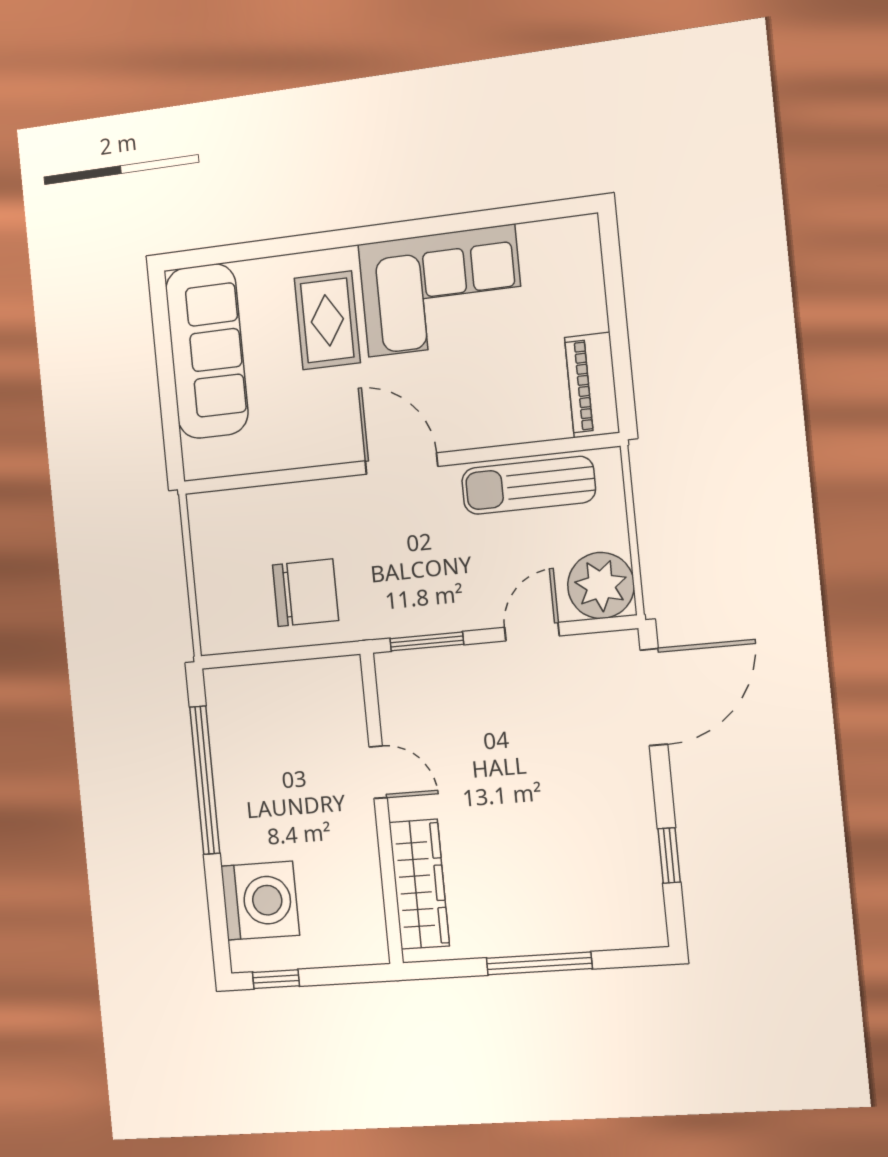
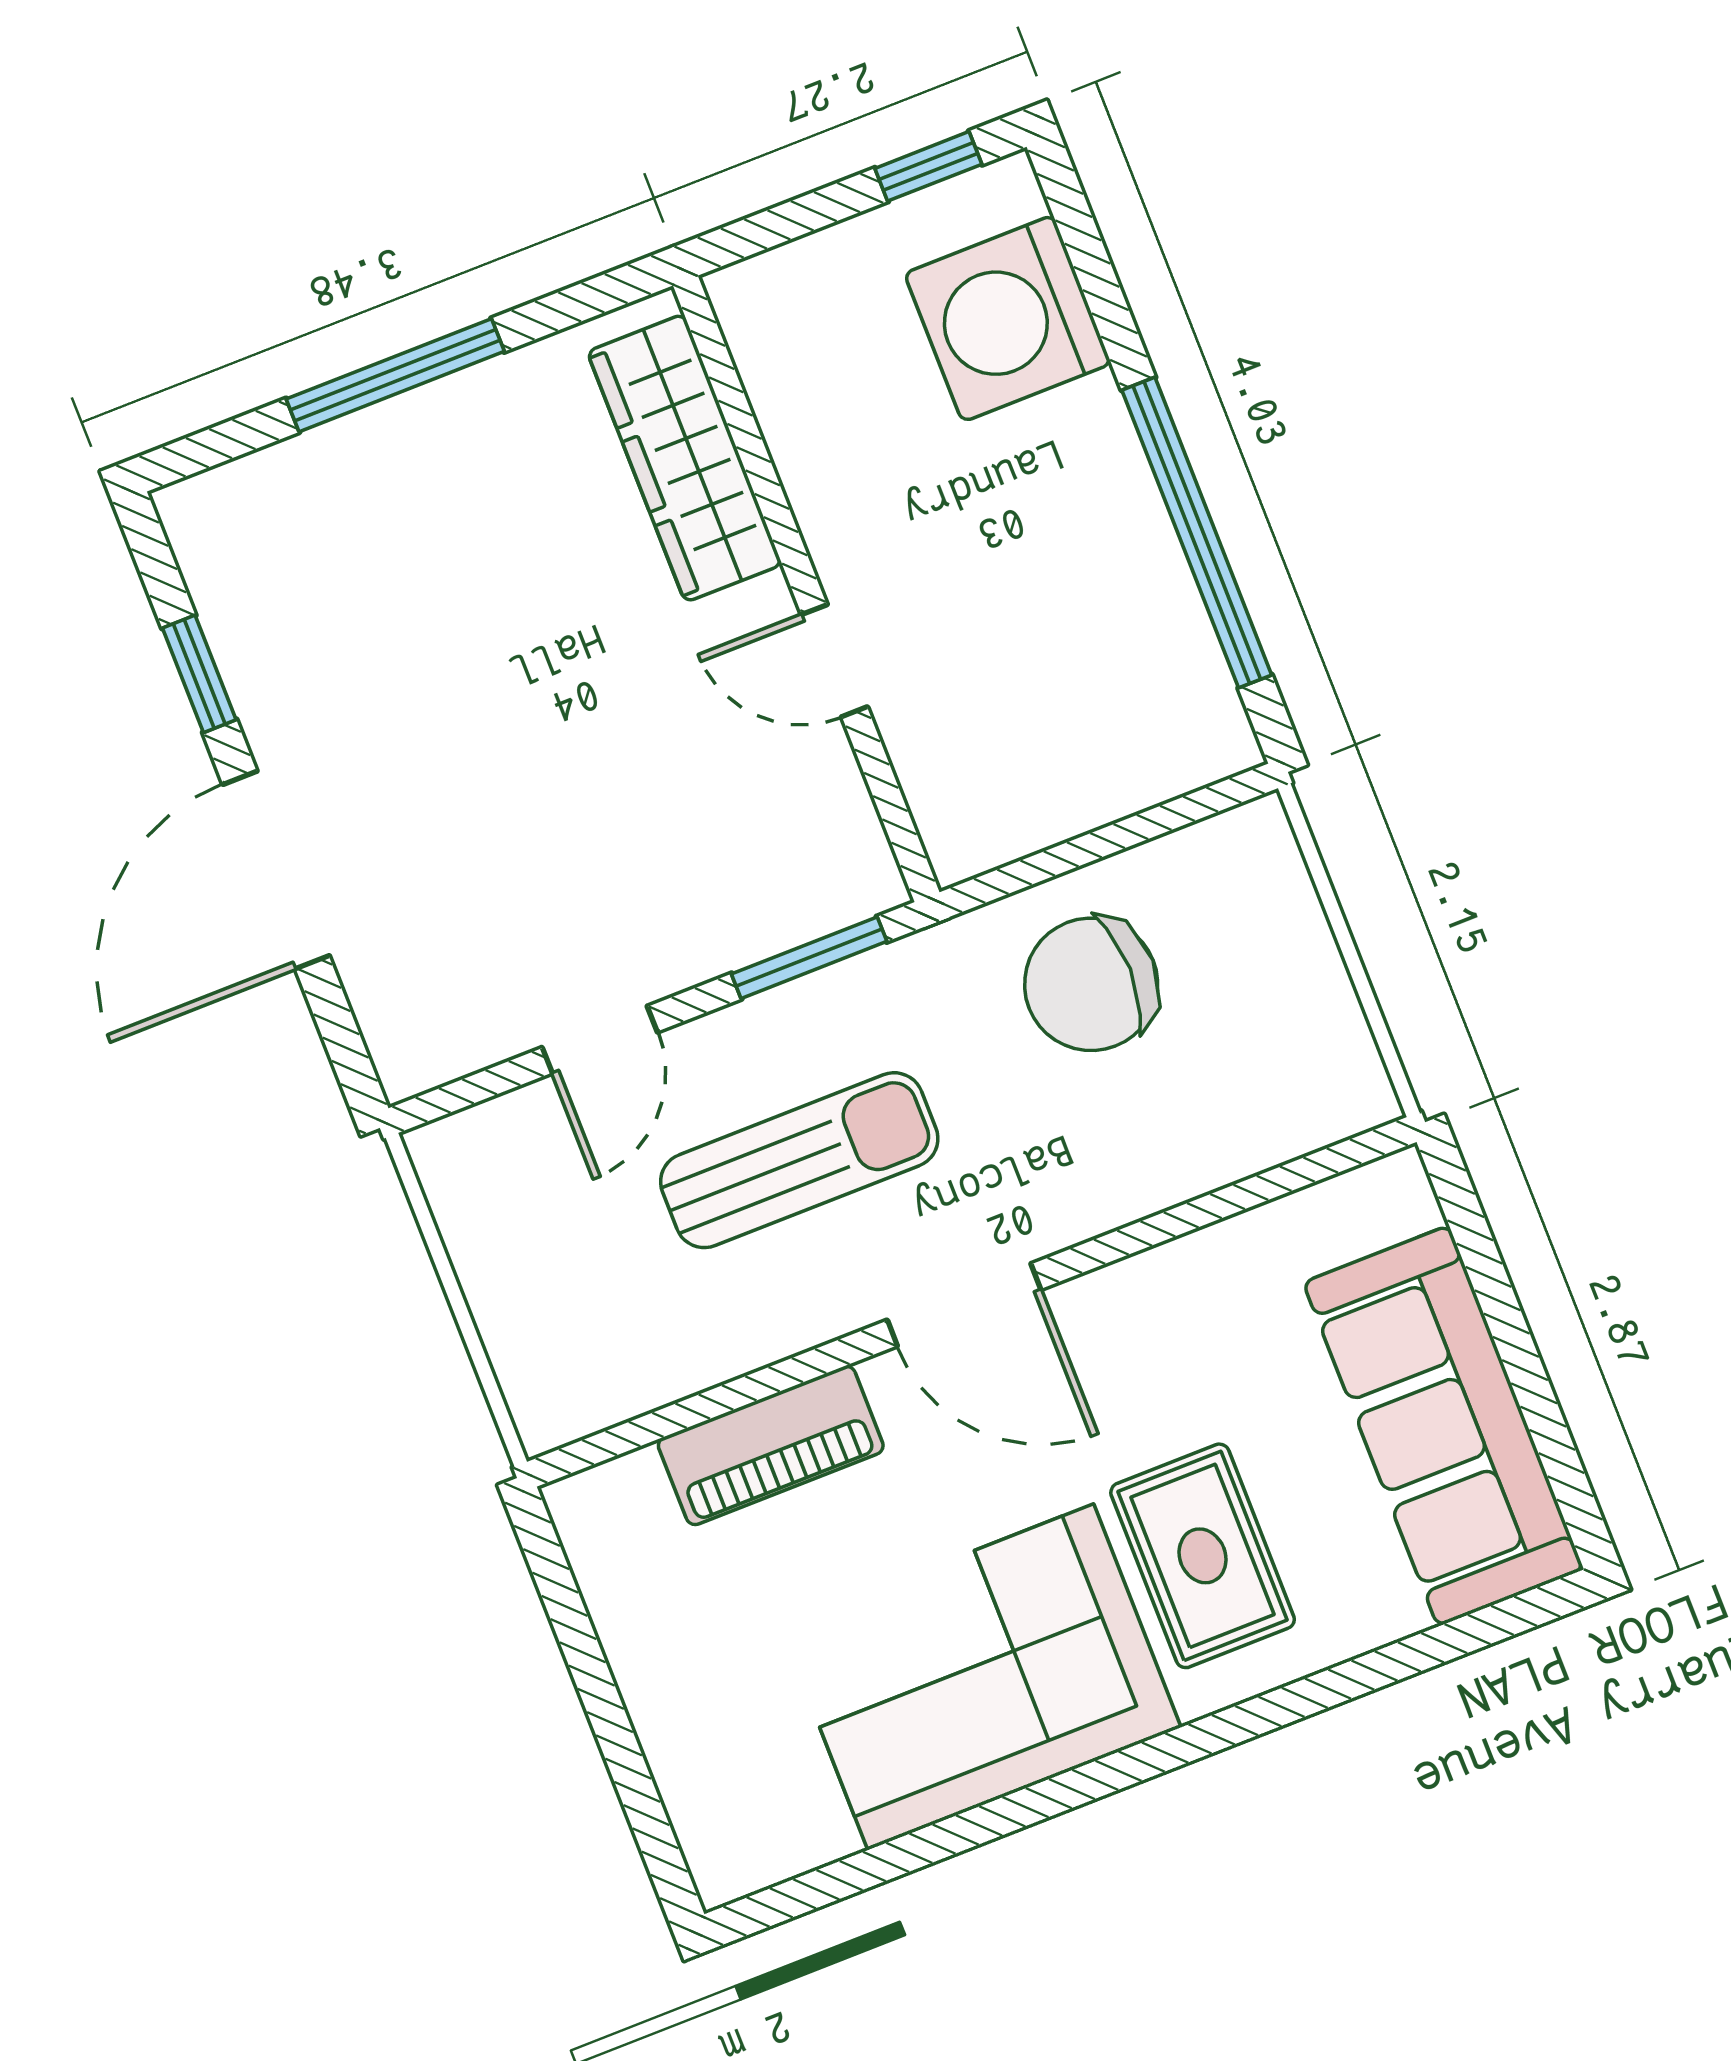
piano: (592, 385) -> (771, 1445), moved, turned 90
sun lounger: (528, 485) -> (799, 1160), moved
plant: (601, 585) -> (487, 1172), removed
door: (654, 697) -> (276, 870), moved

